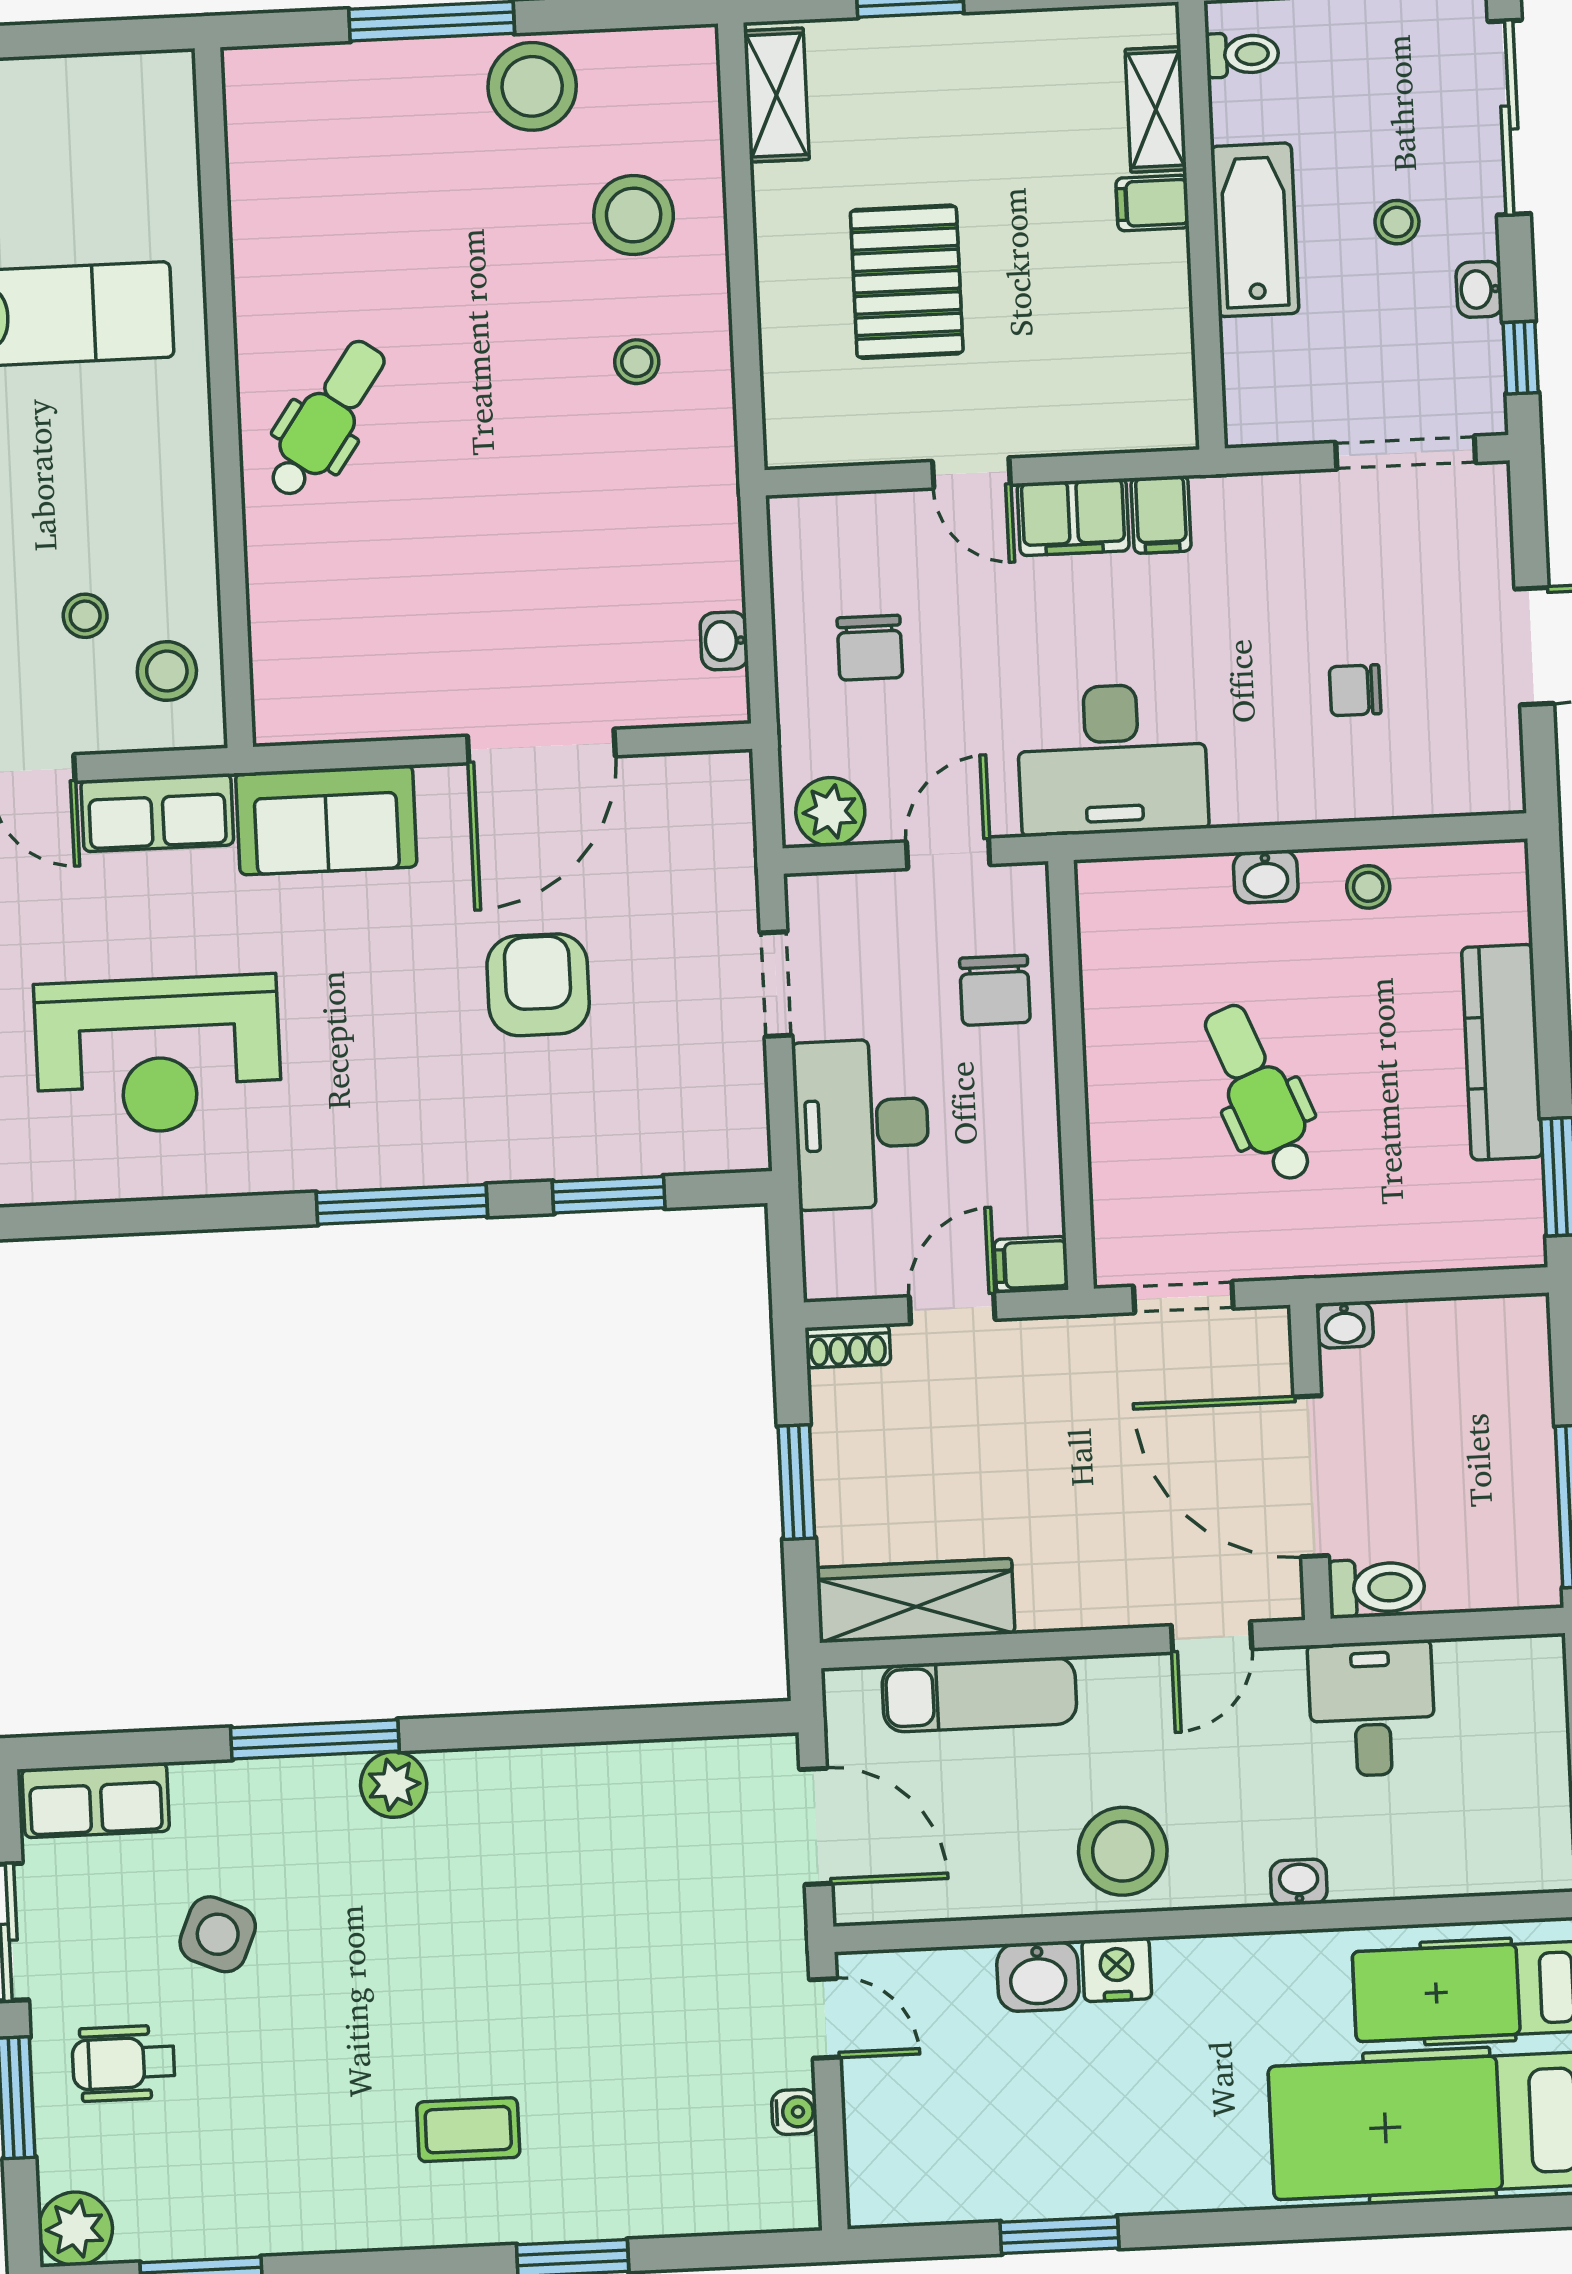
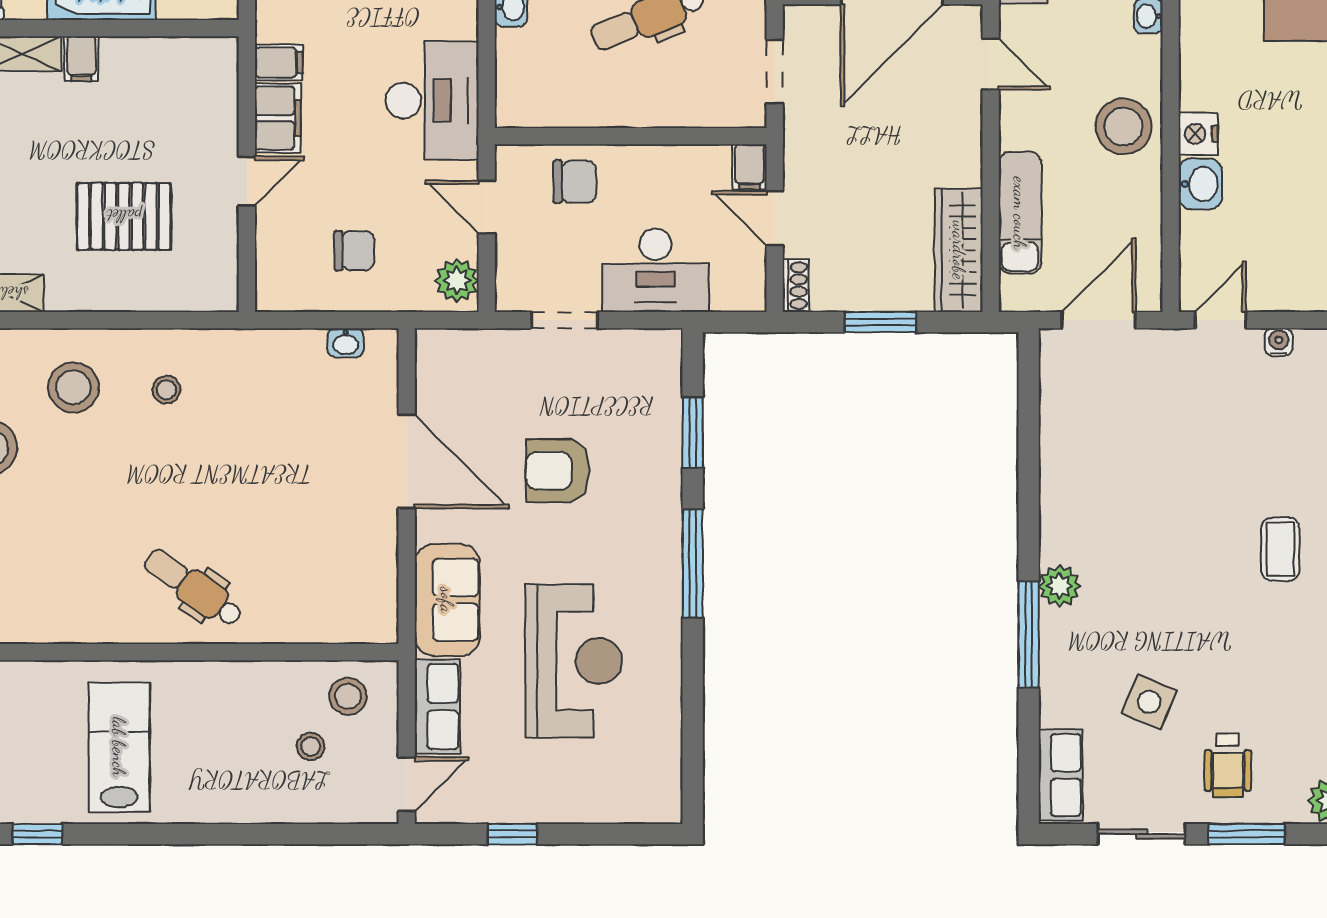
reception desk: (158, 1055) -> (574, 661), moved

